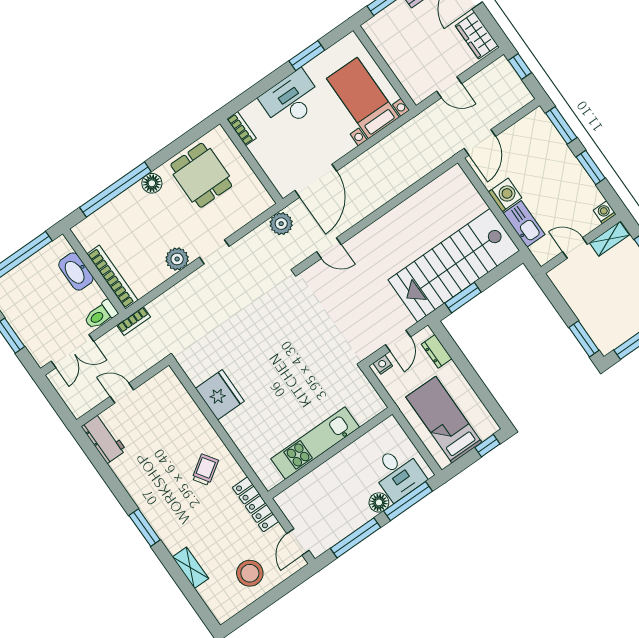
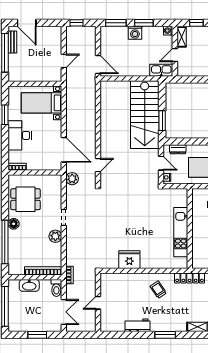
wardrobe: (477, 36) -> (49, 33), removed
washing machine: (505, 195) -> (135, 33), moved, turned 180
kitchen sink: (524, 224) -> (161, 70), moved
workbench: (104, 438) -> (137, 325), moved

